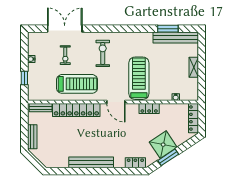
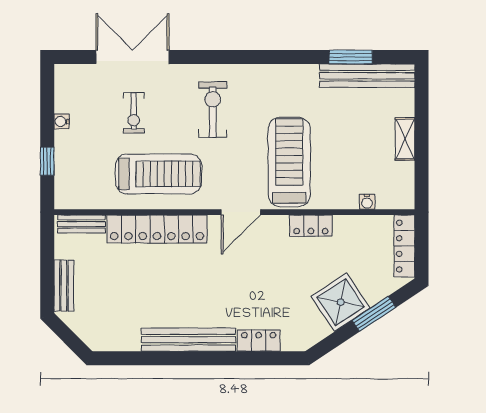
door: (116, 102) -> (241, 212), hinge flipped
window: (168, 157) -> (374, 314), moved
locker: (135, 163) -> (259, 341), moved

